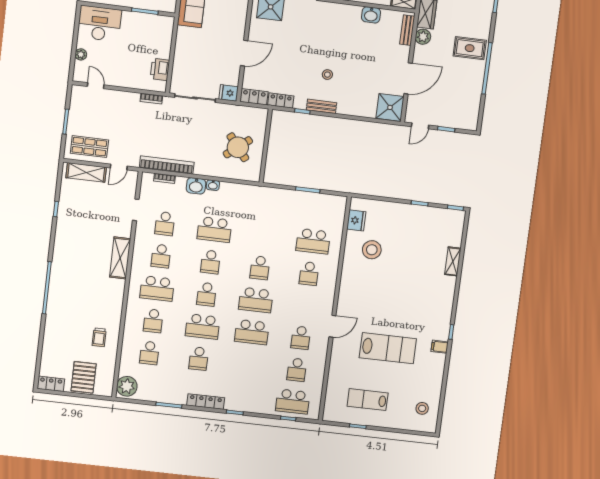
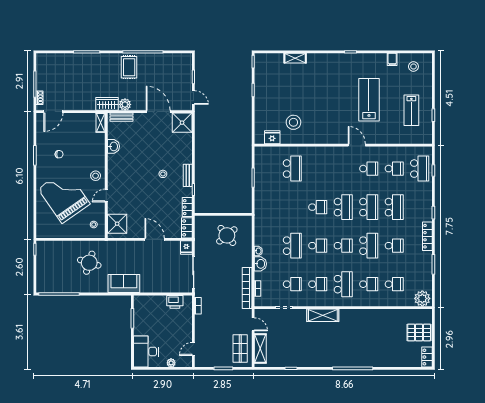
school desk: (309, 274) -> (394, 207), moved, width x1.85
trolley: (99, 337) -> (386, 324), removed
filing cabinet: (440, 347) -> (392, 59), moved

